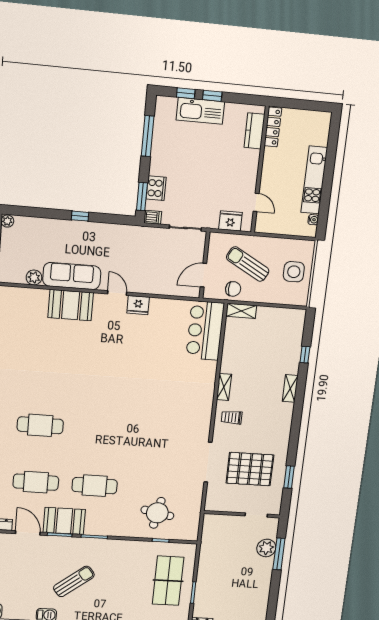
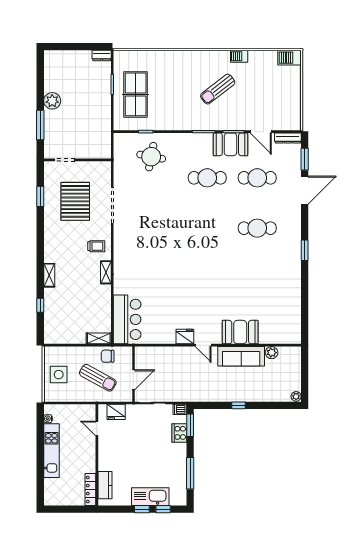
door: (203, 275) -> (133, 380), moved
pallet: (250, 469) -> (75, 201), turned 90
plant: (266, 548) -> (52, 101), moved

